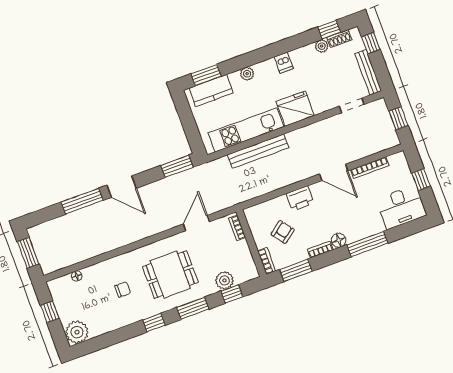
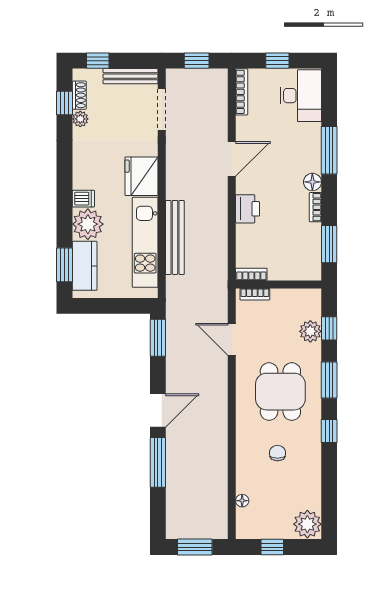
dishwasher: (284, 63) -> (83, 199), moved
plant: (247, 74) -> (88, 224), width x1.88, depth x1.88
doorway: (352, 105) -> (162, 109), width x1.38
bookcase: (370, 168) -> (242, 92), moved
armchair: (283, 232) -> (279, 243), removed
bookcase: (267, 261) -> (251, 274), moved

